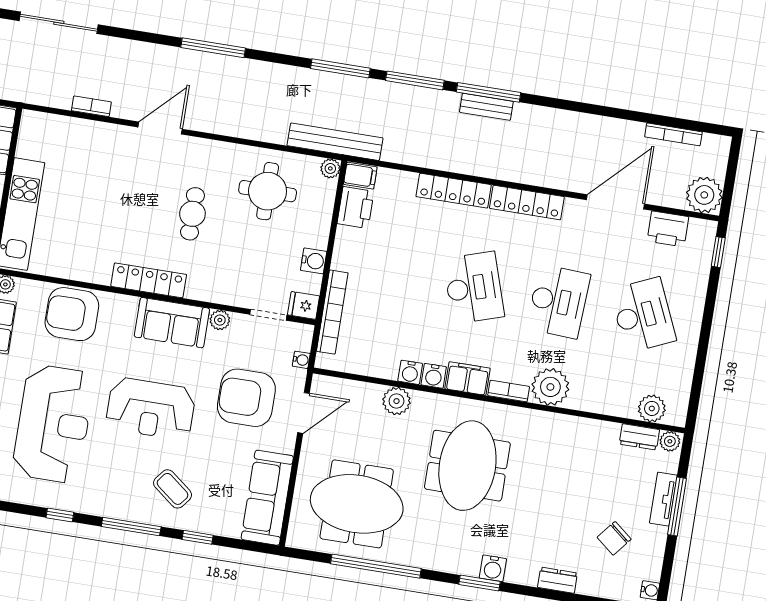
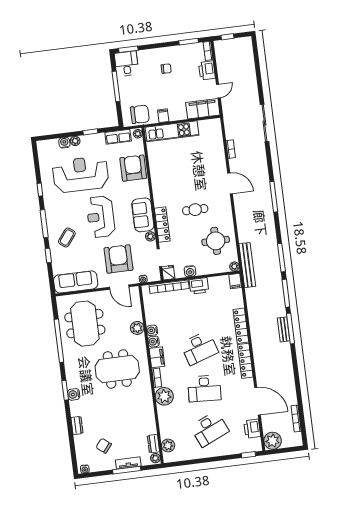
printer: (356, 208) -> (199, 286), moved
locker: (149, 280) -> (162, 225), moved
reception desk: (53, 424) -> (81, 174), turned 180

